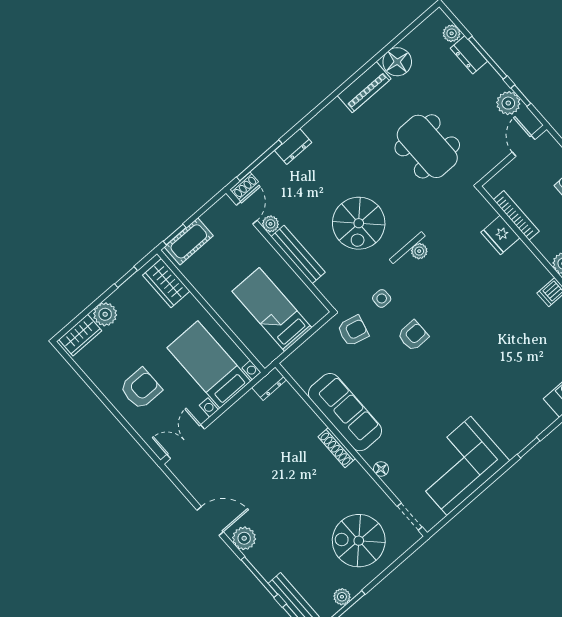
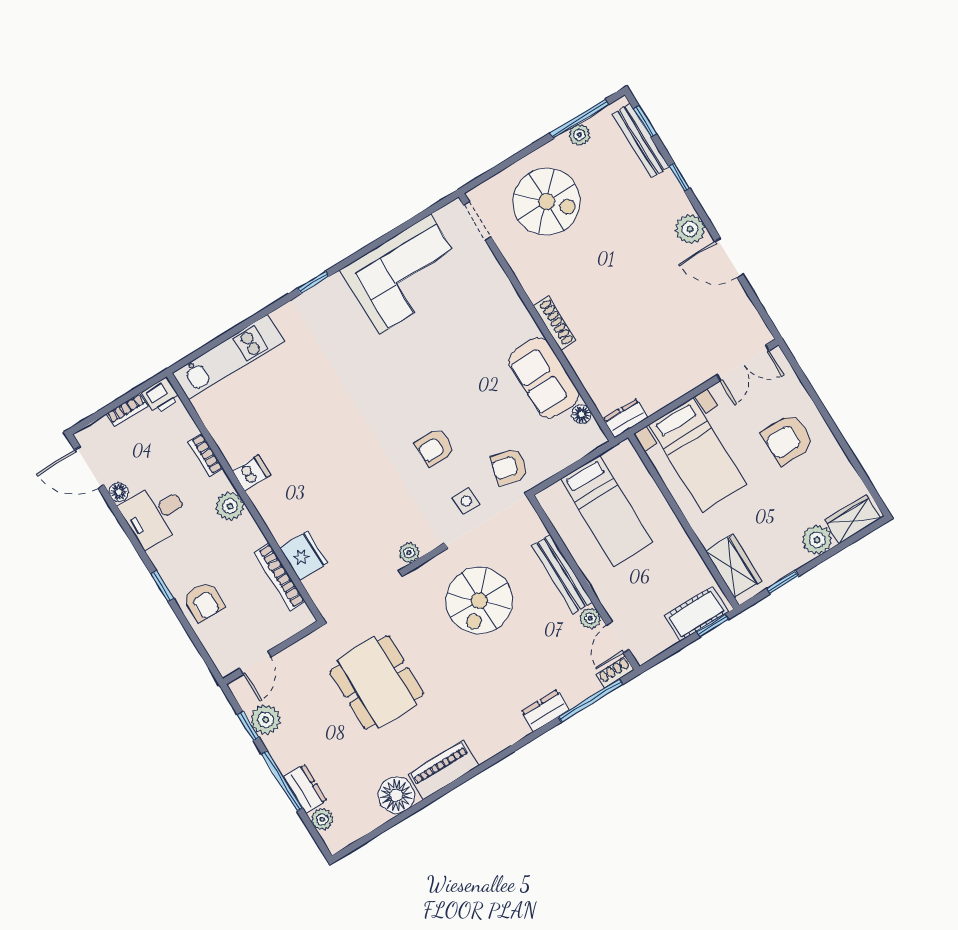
spiral stairs: (359, 223) -> (479, 600), turned 180
sofa: (345, 412) -> (544, 378), width x0.73
floor lamp: (381, 469) -> (582, 414), moved
window: (259, 577) -> (679, 177), width x0.46

